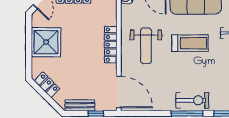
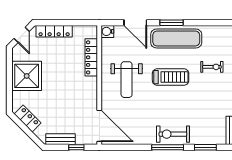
locker: (111, 45) -> (91, 57), moved
exercise bike: (192, 100) -> (173, 134), turned 180

